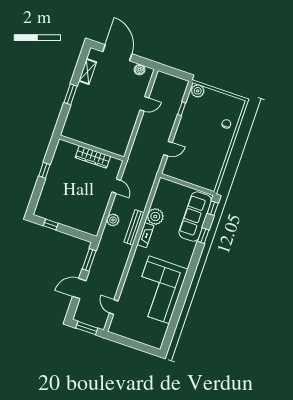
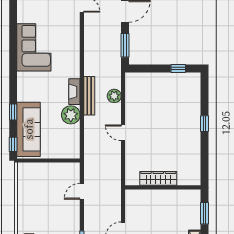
wall: (92, 148) -> (163, 187), moved
wardrobe: (93, 157) -> (158, 178), moved
corner sofa: (159, 290) -> (34, 47), width x0.73, depth x0.74

